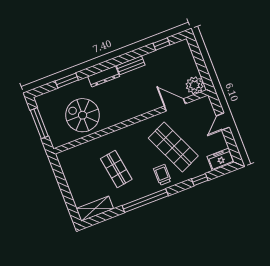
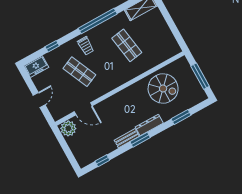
window: (116, 62) -> (140, 140), added
shop shelf: (173, 147) -> (79, 72), width x0.70, depth x0.74

